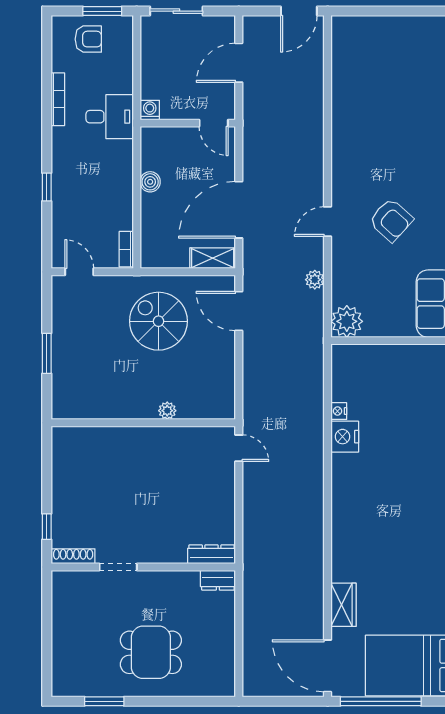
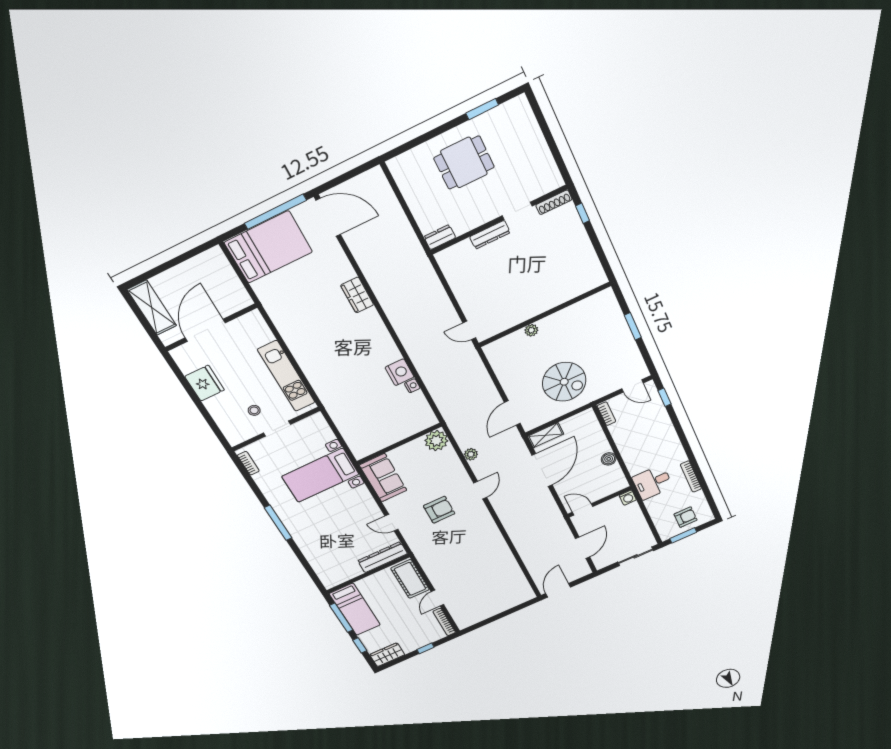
armchair: (88, 39) -> (686, 517), turned 180
window: (47, 187) -> (665, 397), moved
armchair: (391, 220) -> (439, 510), turned 138
door: (239, 311) -> (512, 413), swing flipped
dresser: (212, 554) -> (490, 235), moved
wardrobe: (343, 605) -> (357, 295), moved

